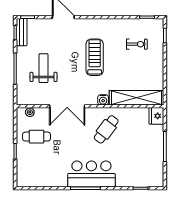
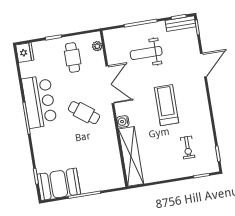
treadmill: (95, 57) -> (166, 105), turned -90
weight bench: (43, 68) -> (146, 53), turned 180
double door: (67, 106) -> (110, 85), swing flipped
fridge: (156, 116) -> (25, 53), moved, turned 90
cafe table: (106, 129) -> (84, 113), moved
booth: (151, 168) -> (59, 184), added
bar counter: (91, 174) -> (39, 102), moved

